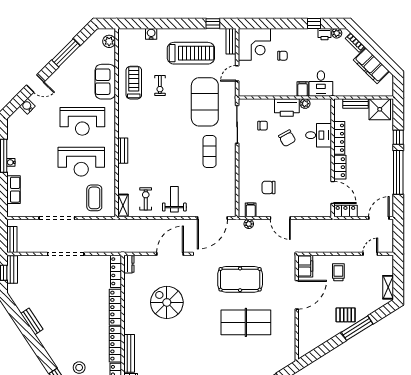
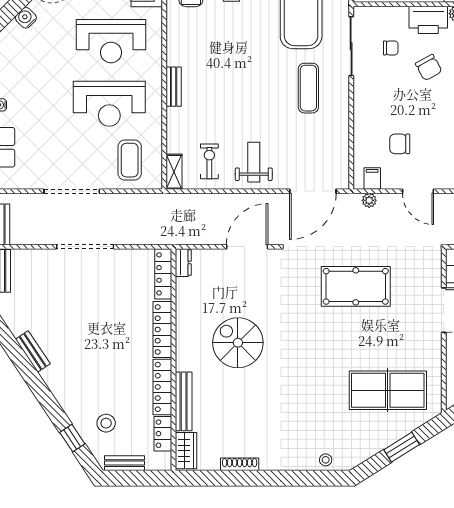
spiral stairs: (167, 302) -> (238, 343), moved
table tennis table: (246, 322) -> (388, 390), moved

